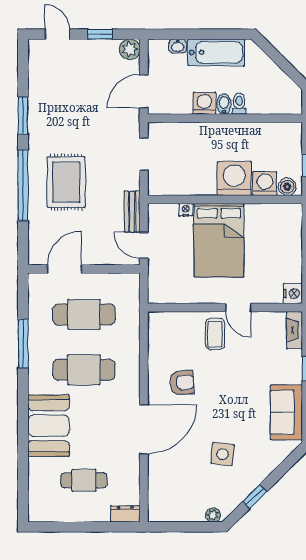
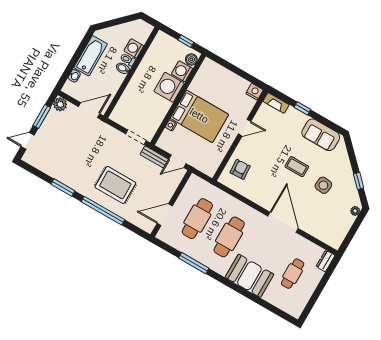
window: (100, 34) -> (42, 116), width x1.50
door: (144, 91) -> (89, 110), swing flipped
washing machine: (204, 103) -> (134, 48), moved
doorway: (144, 154) -> (136, 137), moved
door: (64, 269) -> (165, 215), hinge flipped
coffee table: (215, 334) -> (297, 167), moved
armchair: (182, 383) -> (240, 169), moved

